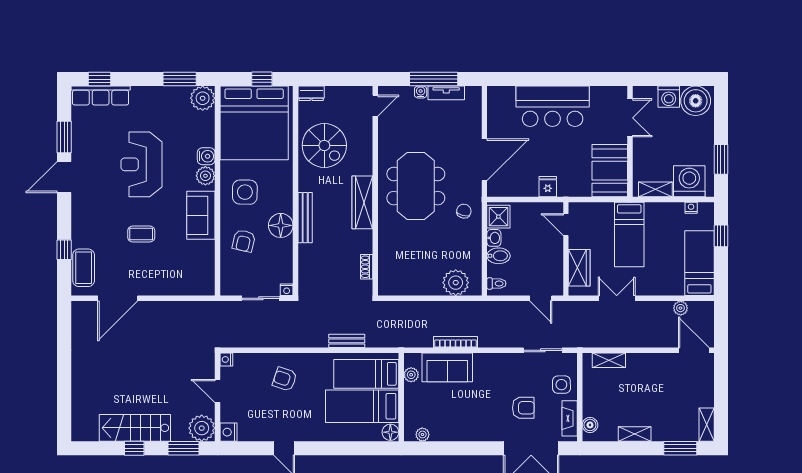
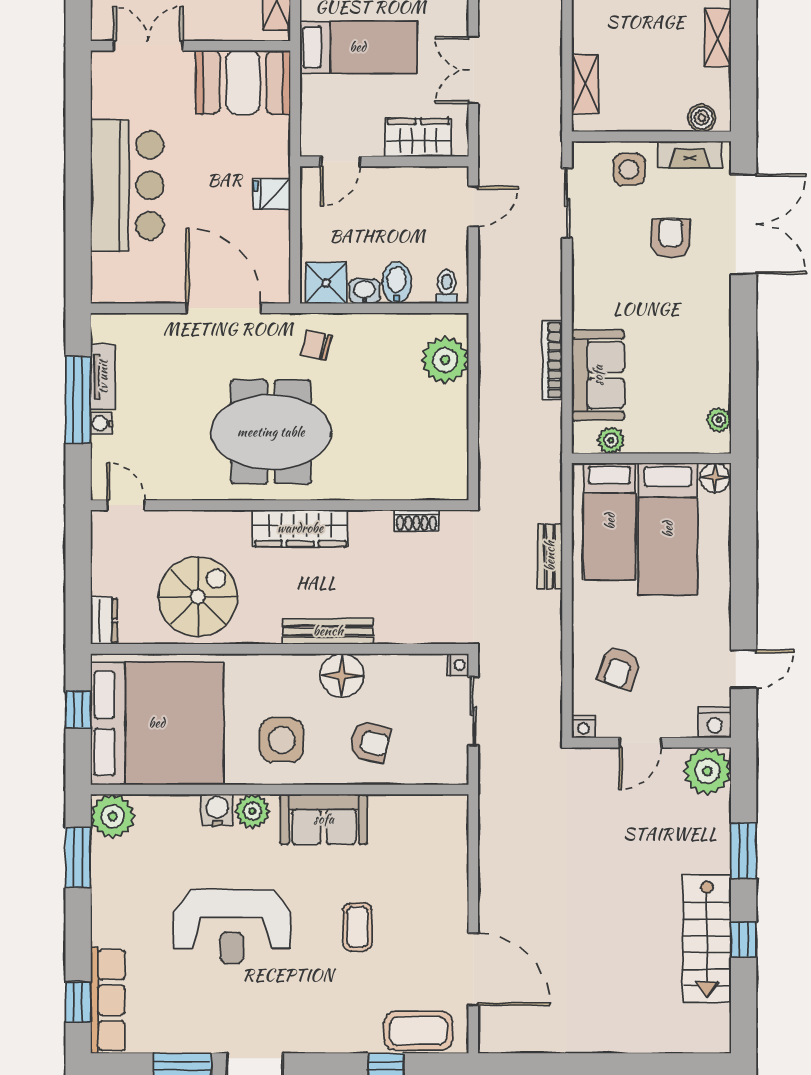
nightstand: (226, 359) -> (584, 727), moved
door: (217, 391) -> (640, 743), moved
wall: (217, 397) -> (651, 743), moved
plant: (202, 428) -> (707, 771), moved
nightstand: (228, 432) -> (715, 723), moved

